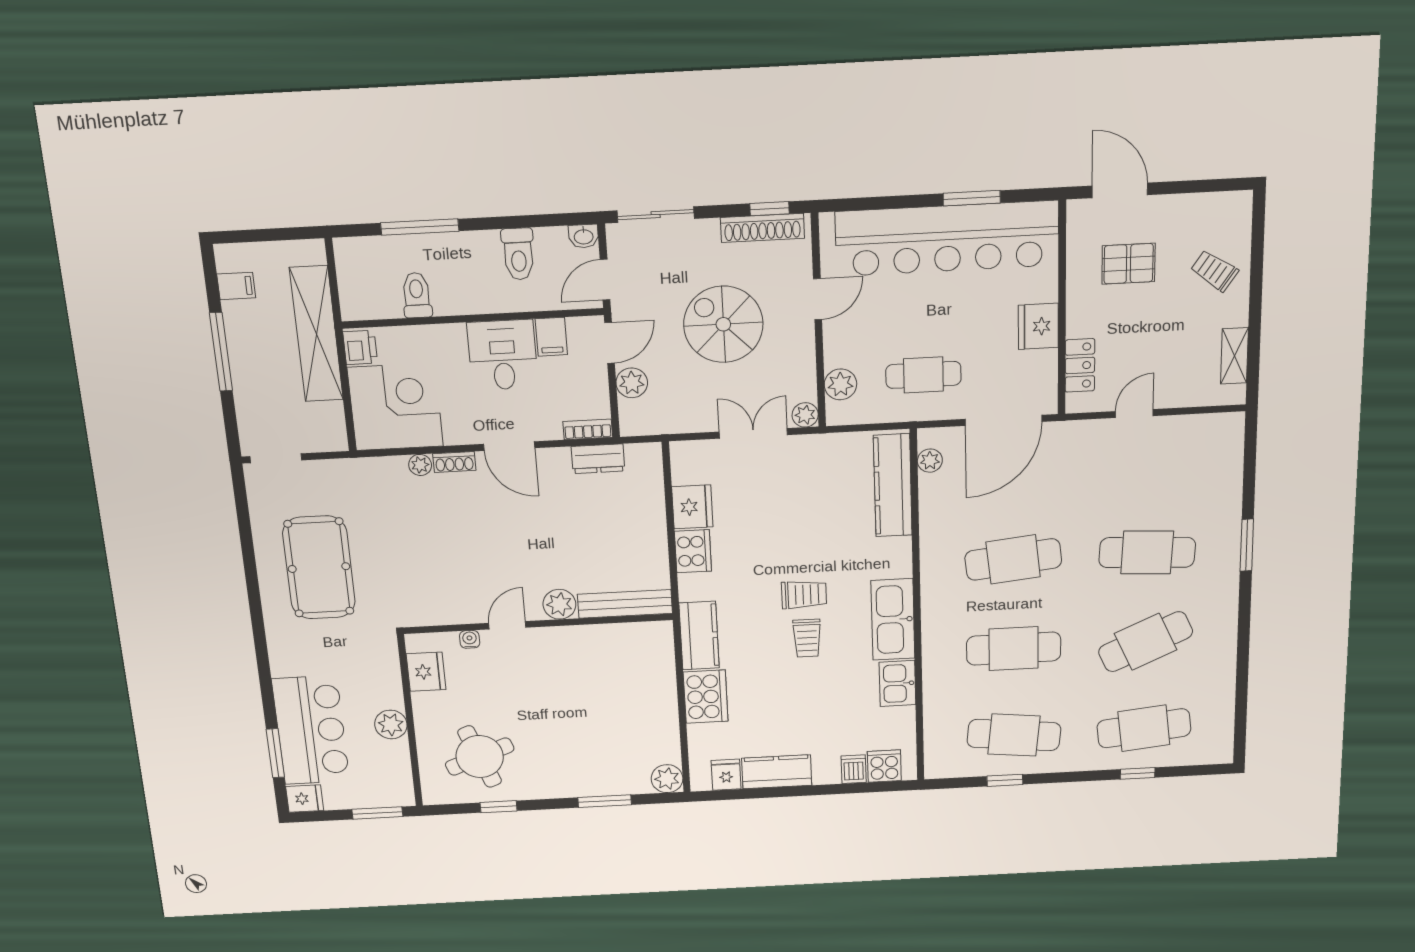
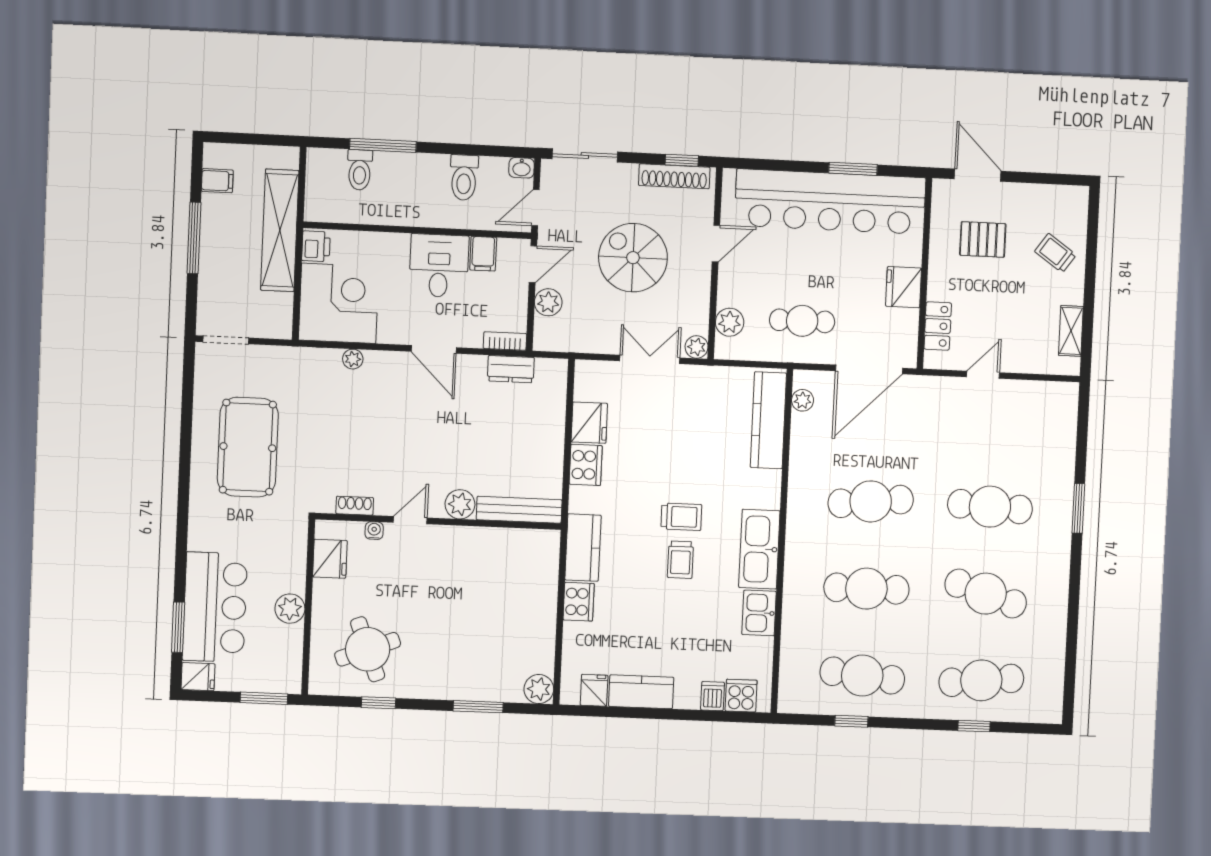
toilet: (417, 295) -> (360, 170), moved, turned 180
shoe rack: (454, 462) -> (355, 506), moved, turned 180
cafe table: (1146, 642) -> (986, 594), turned 42
cooker: (706, 697) -> (579, 602), width x0.73, depth x0.76

